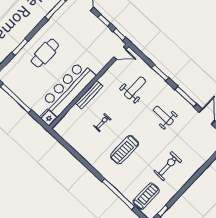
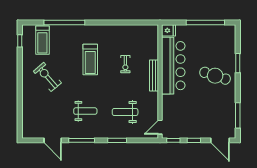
cafe table: (45, 53) -> (215, 76), turned -72
weight bench: (135, 88) -> (125, 112), turned 90
treadmill: (125, 150) -> (90, 59), turned 180
exercise bike: (168, 166) -> (47, 77), turned 139

